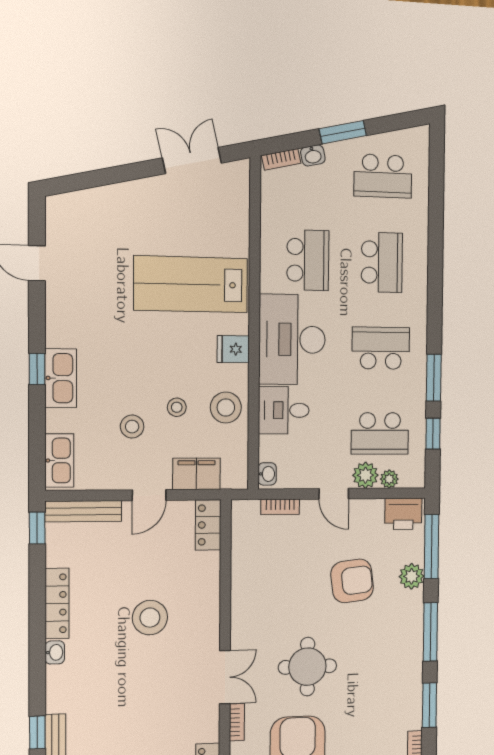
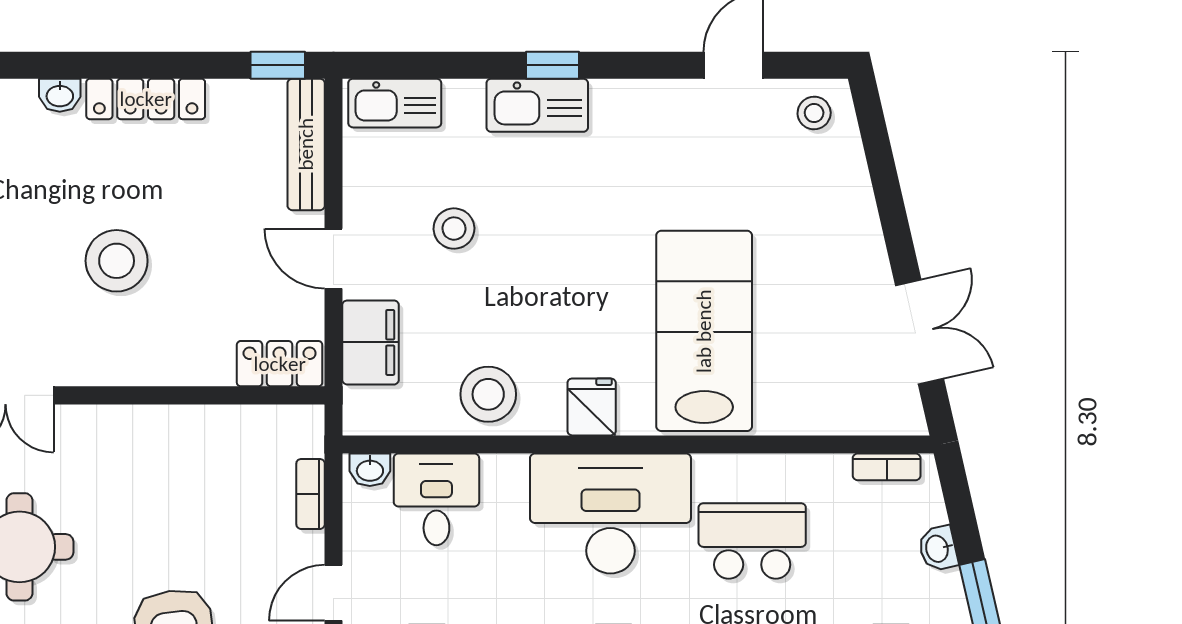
bookcase: (281, 159) -> (887, 467), moved, turned -77
school desk: (308, 260) -> (752, 541), turned 180
stool: (177, 407) -> (814, 113), moved
desk: (284, 410) -> (436, 499), moved

